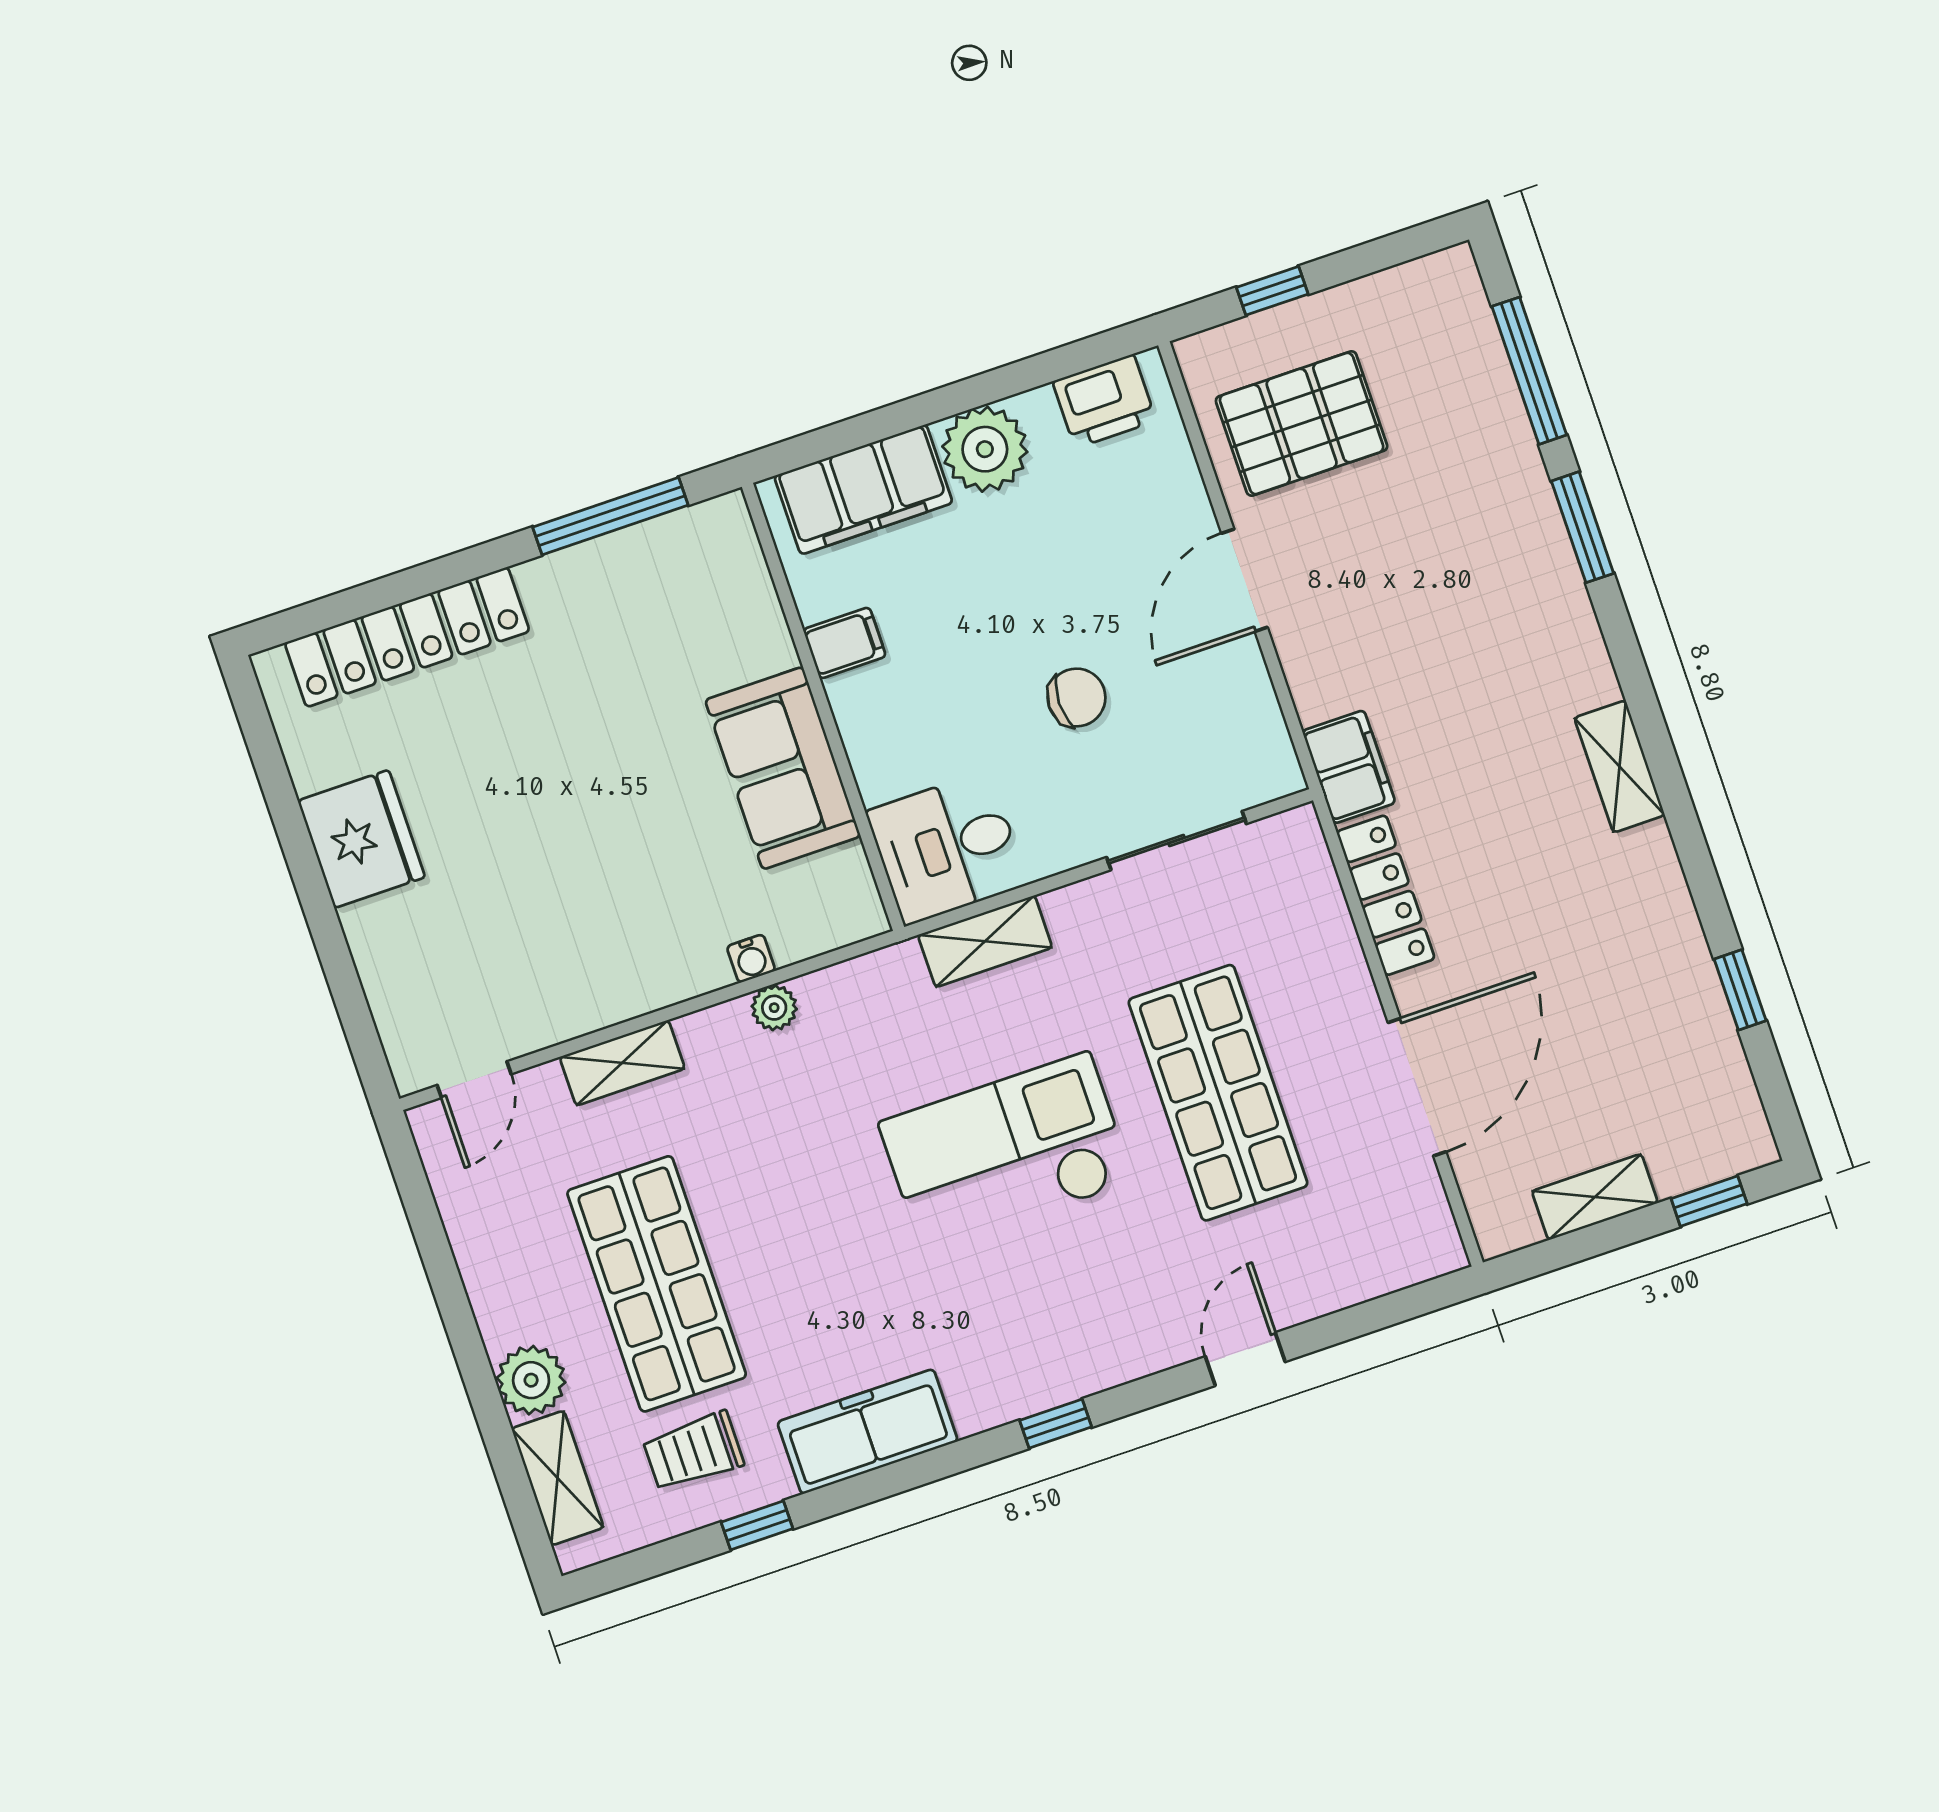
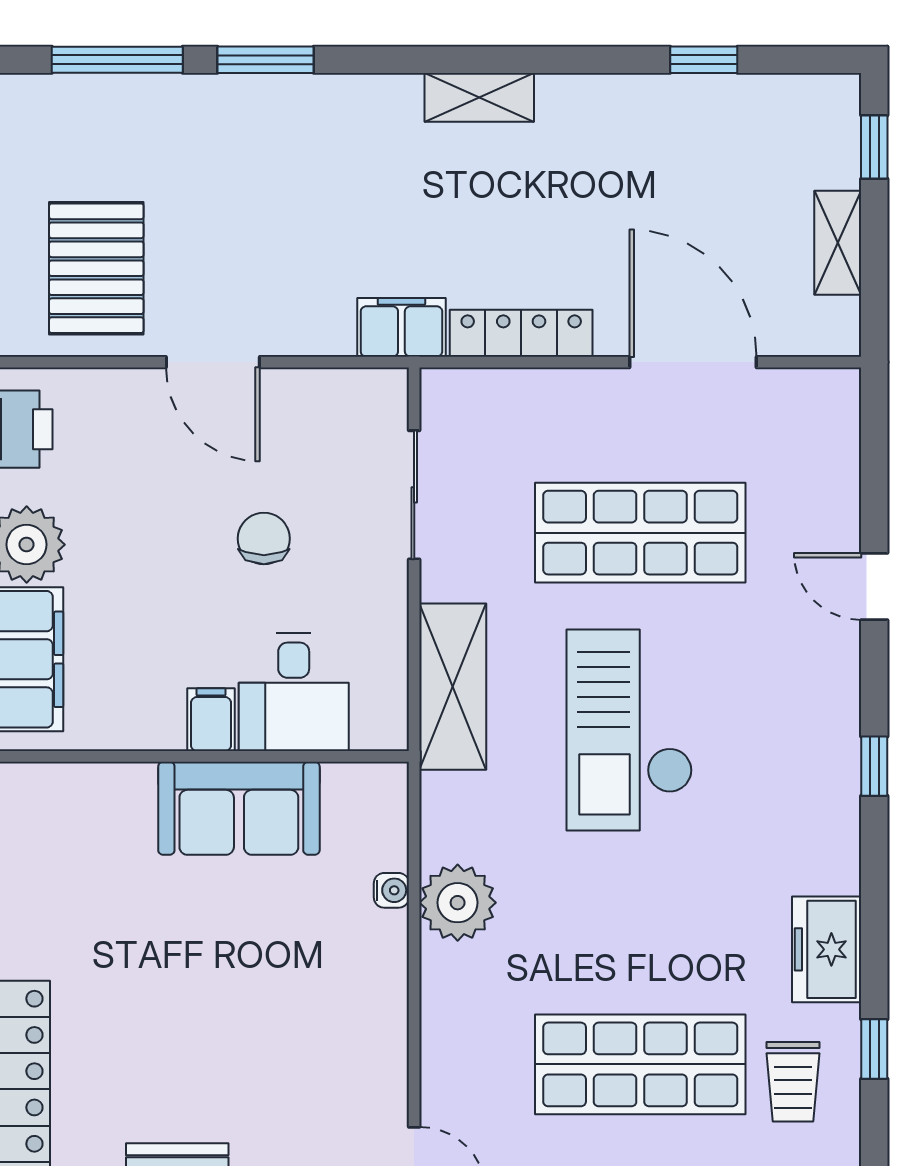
filing cabinet: (845, 643) -> (211, 720), moved
desk: (947, 848) -> (294, 692), moved
shelving: (985, 941) -> (453, 687), width x1.50, depth x1.33
plant: (774, 1008) -> (458, 903), width x1.88, depth x1.88
shelving: (622, 1063) -> (443, 1030), removed
freezer: (867, 1432) -> (827, 949), width x0.71

